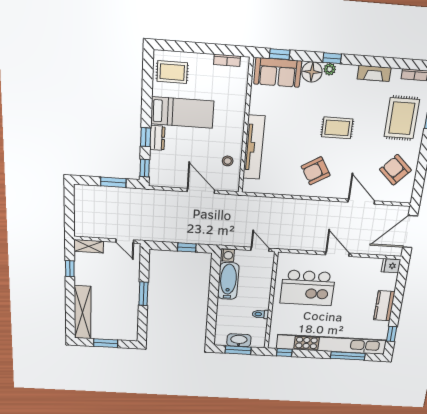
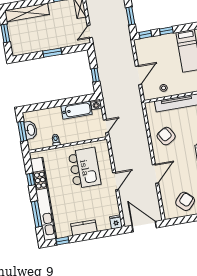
dresser: (157, 138) -> (168, 38), removed
armchair: (316, 171) -> (166, 136), moved
door: (361, 201) -> (156, 174), moved
kitchen island: (308, 288) -> (85, 168), turned 180
window: (284, 353) -> (31, 180), moved

